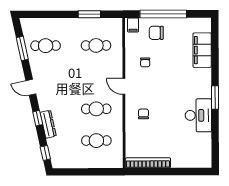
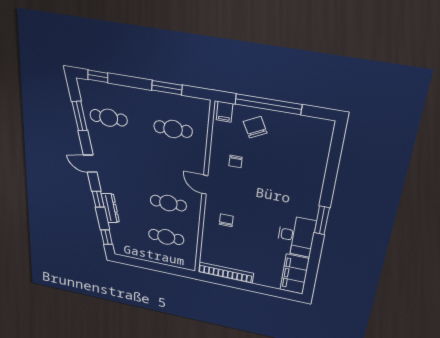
window: (37, 14) -> (98, 76), added
chair: (156, 33) -> (255, 127), turned 63
filing cabinet: (202, 50) -> (295, 274), moved

